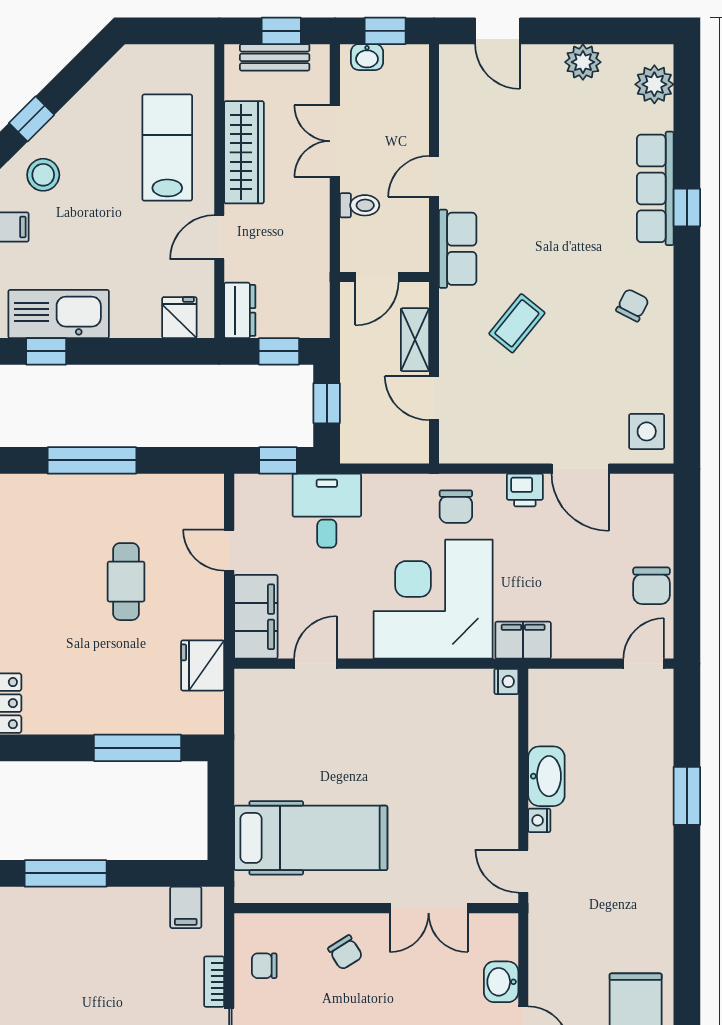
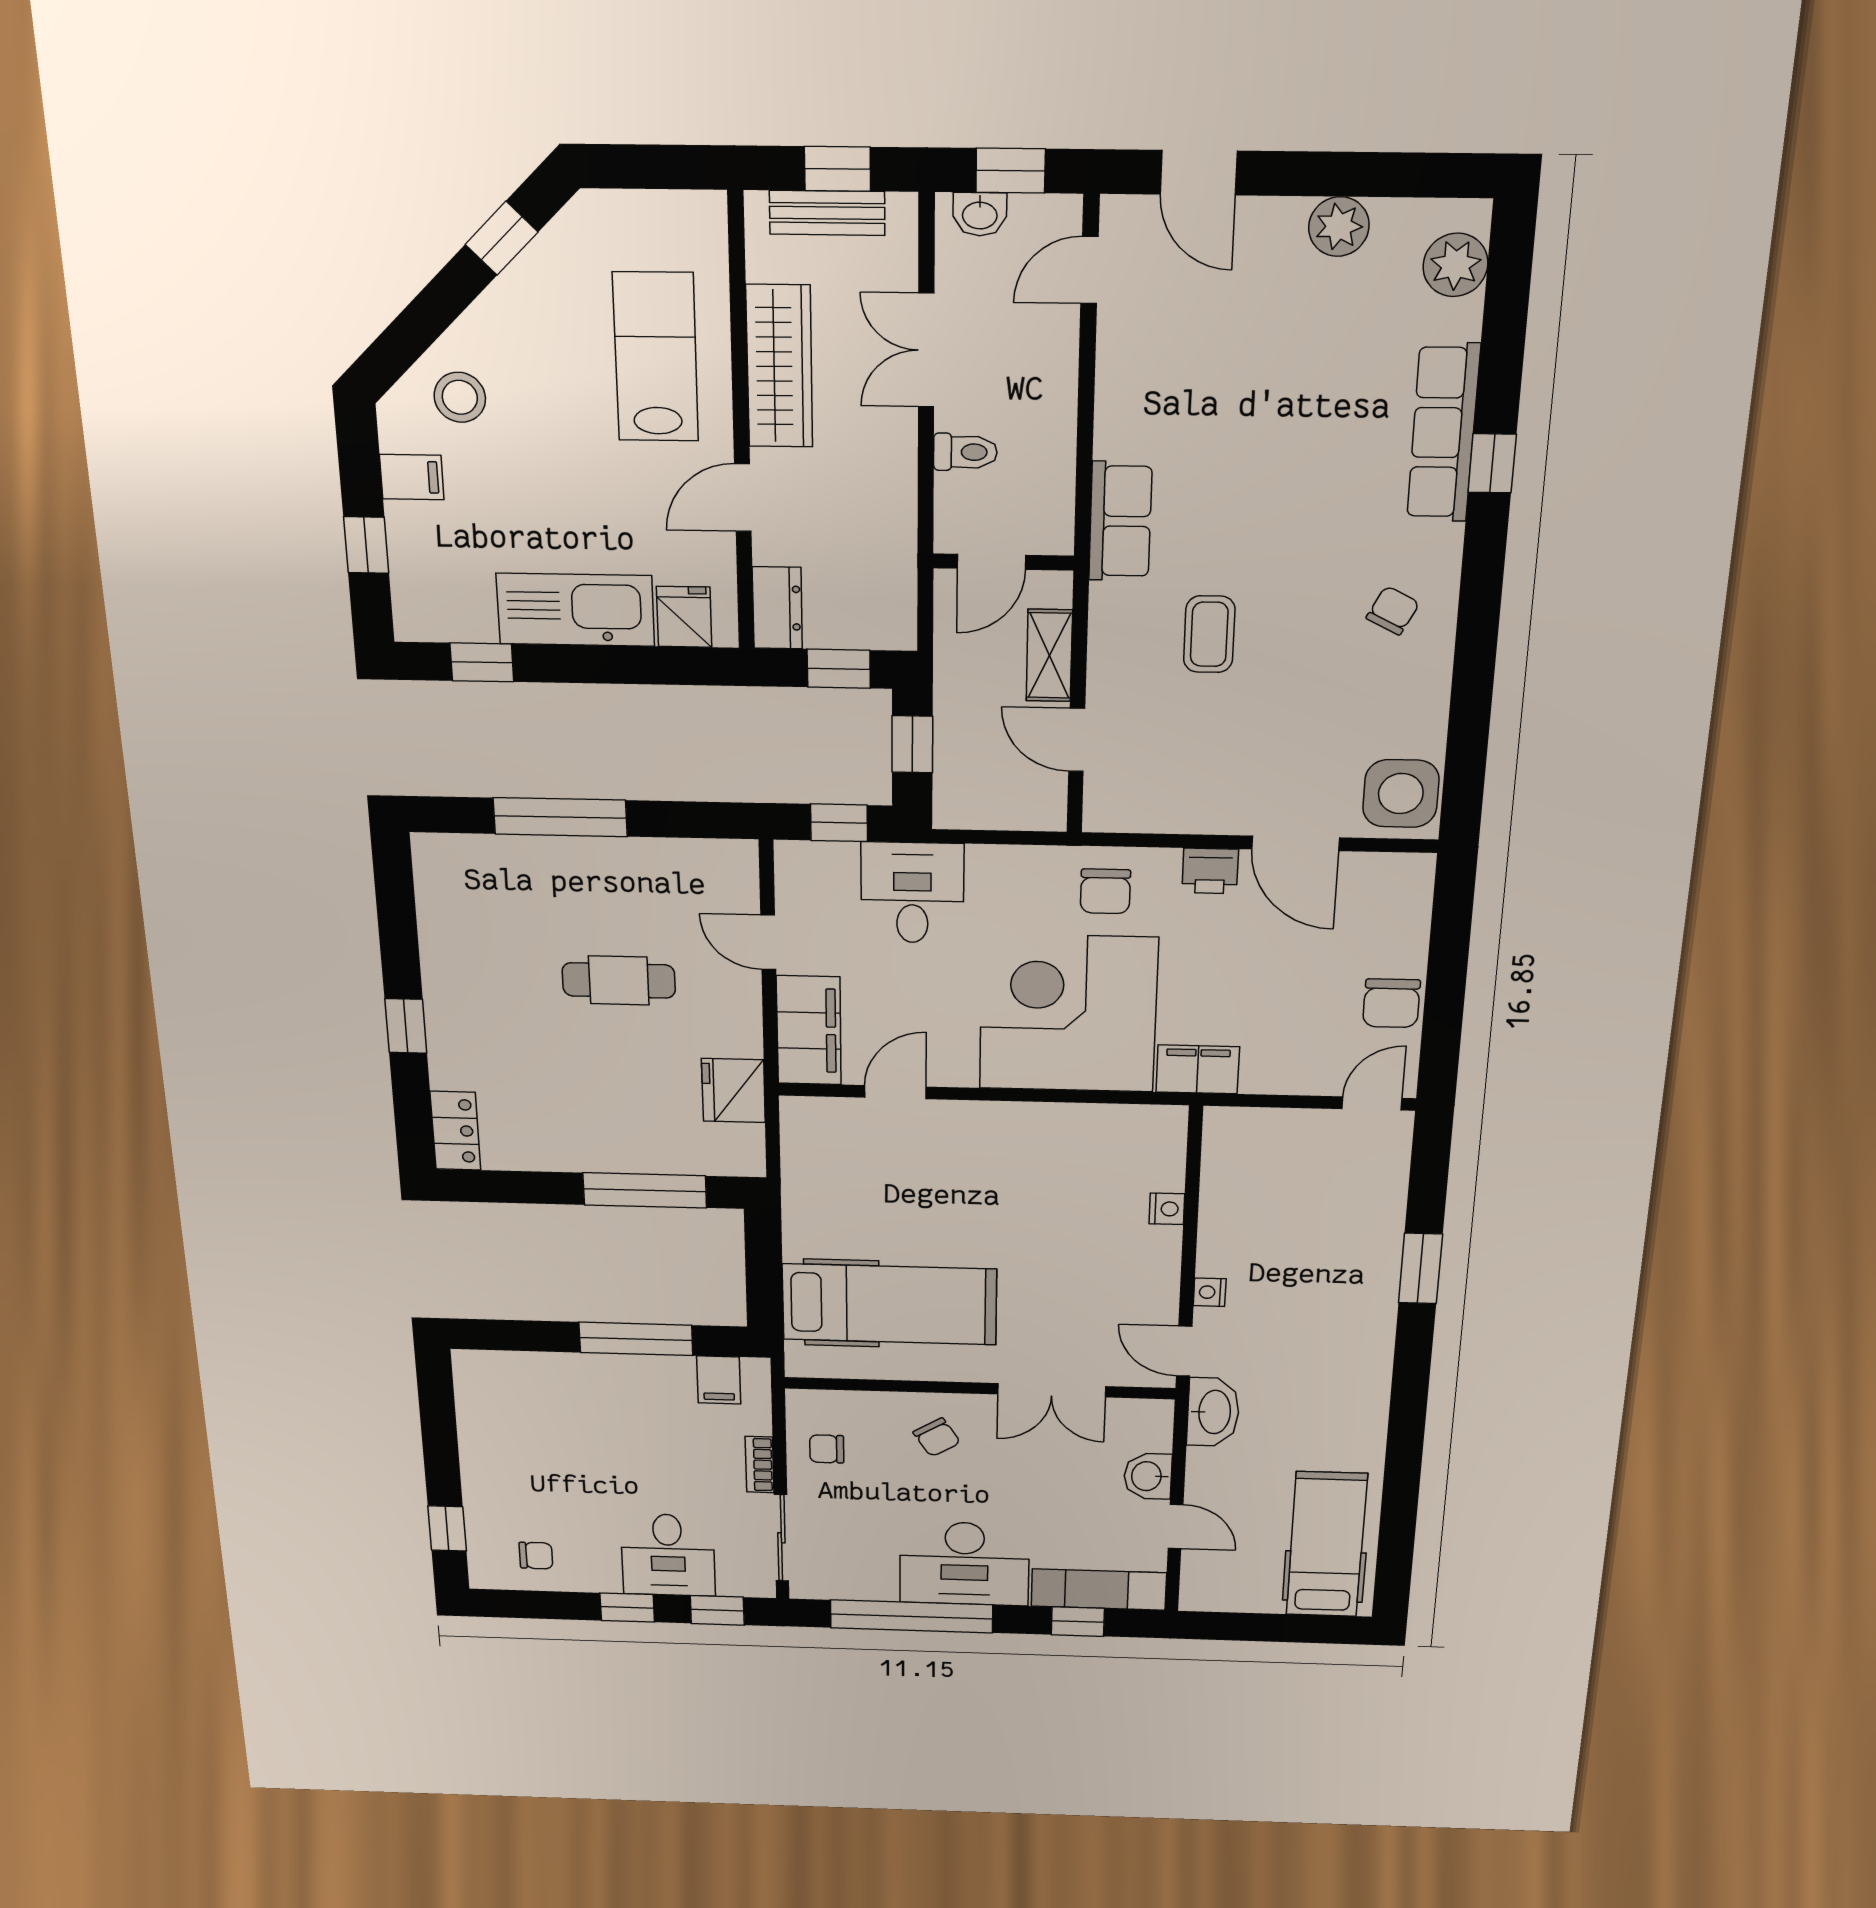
window: (32, 119) -> (502, 238), moved
door: (434, 176) -> (1090, 270), moved
kitchen sink: (59, 314) -> (576, 610), moved
coffee table: (517, 323) -> (1209, 634), turned -39
side table: (647, 431) -> (1401, 794), width x1.37, depth x1.37
cafe table: (126, 582) -> (619, 980), turned 90
nightstand: (506, 681) -> (1167, 1209), moved
washbasin: (546, 776) -> (1213, 1412), moved
window: (66, 873) -> (636, 1339), moved

